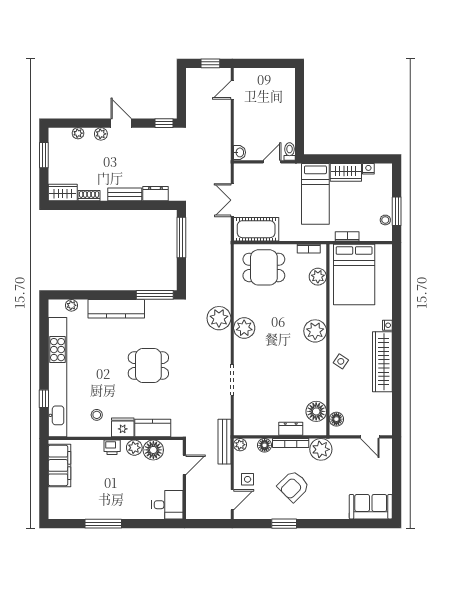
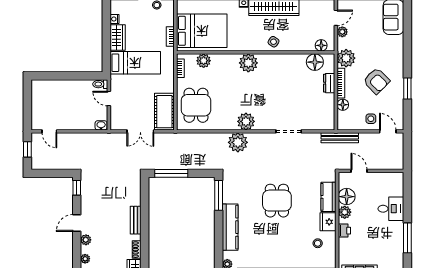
dresser: (155, 194) -> (135, 195), removed
plant: (240, 445) -> (342, 32), moved
desk: (167, 505) -> (391, 209), moved, turned 90

